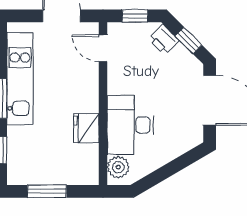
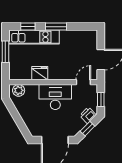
kitchen unit: (20, 79) -> (34, 37), moved
desk: (130, 125) -> (55, 97), moved

